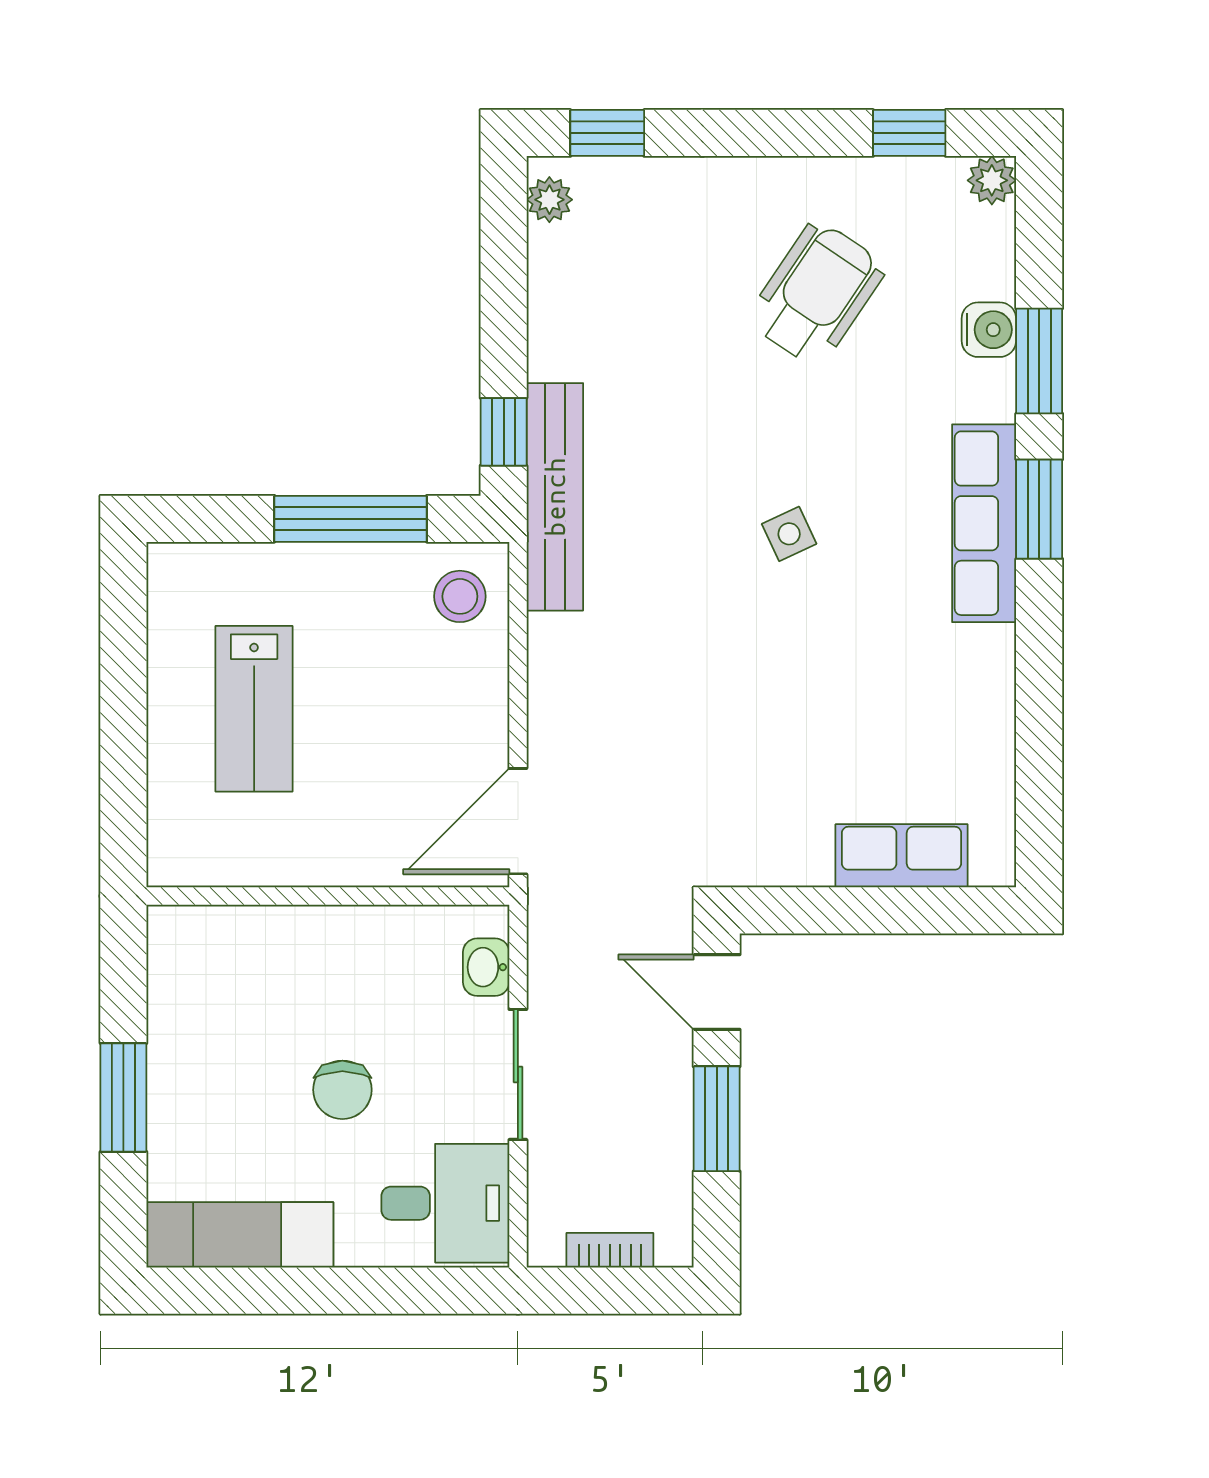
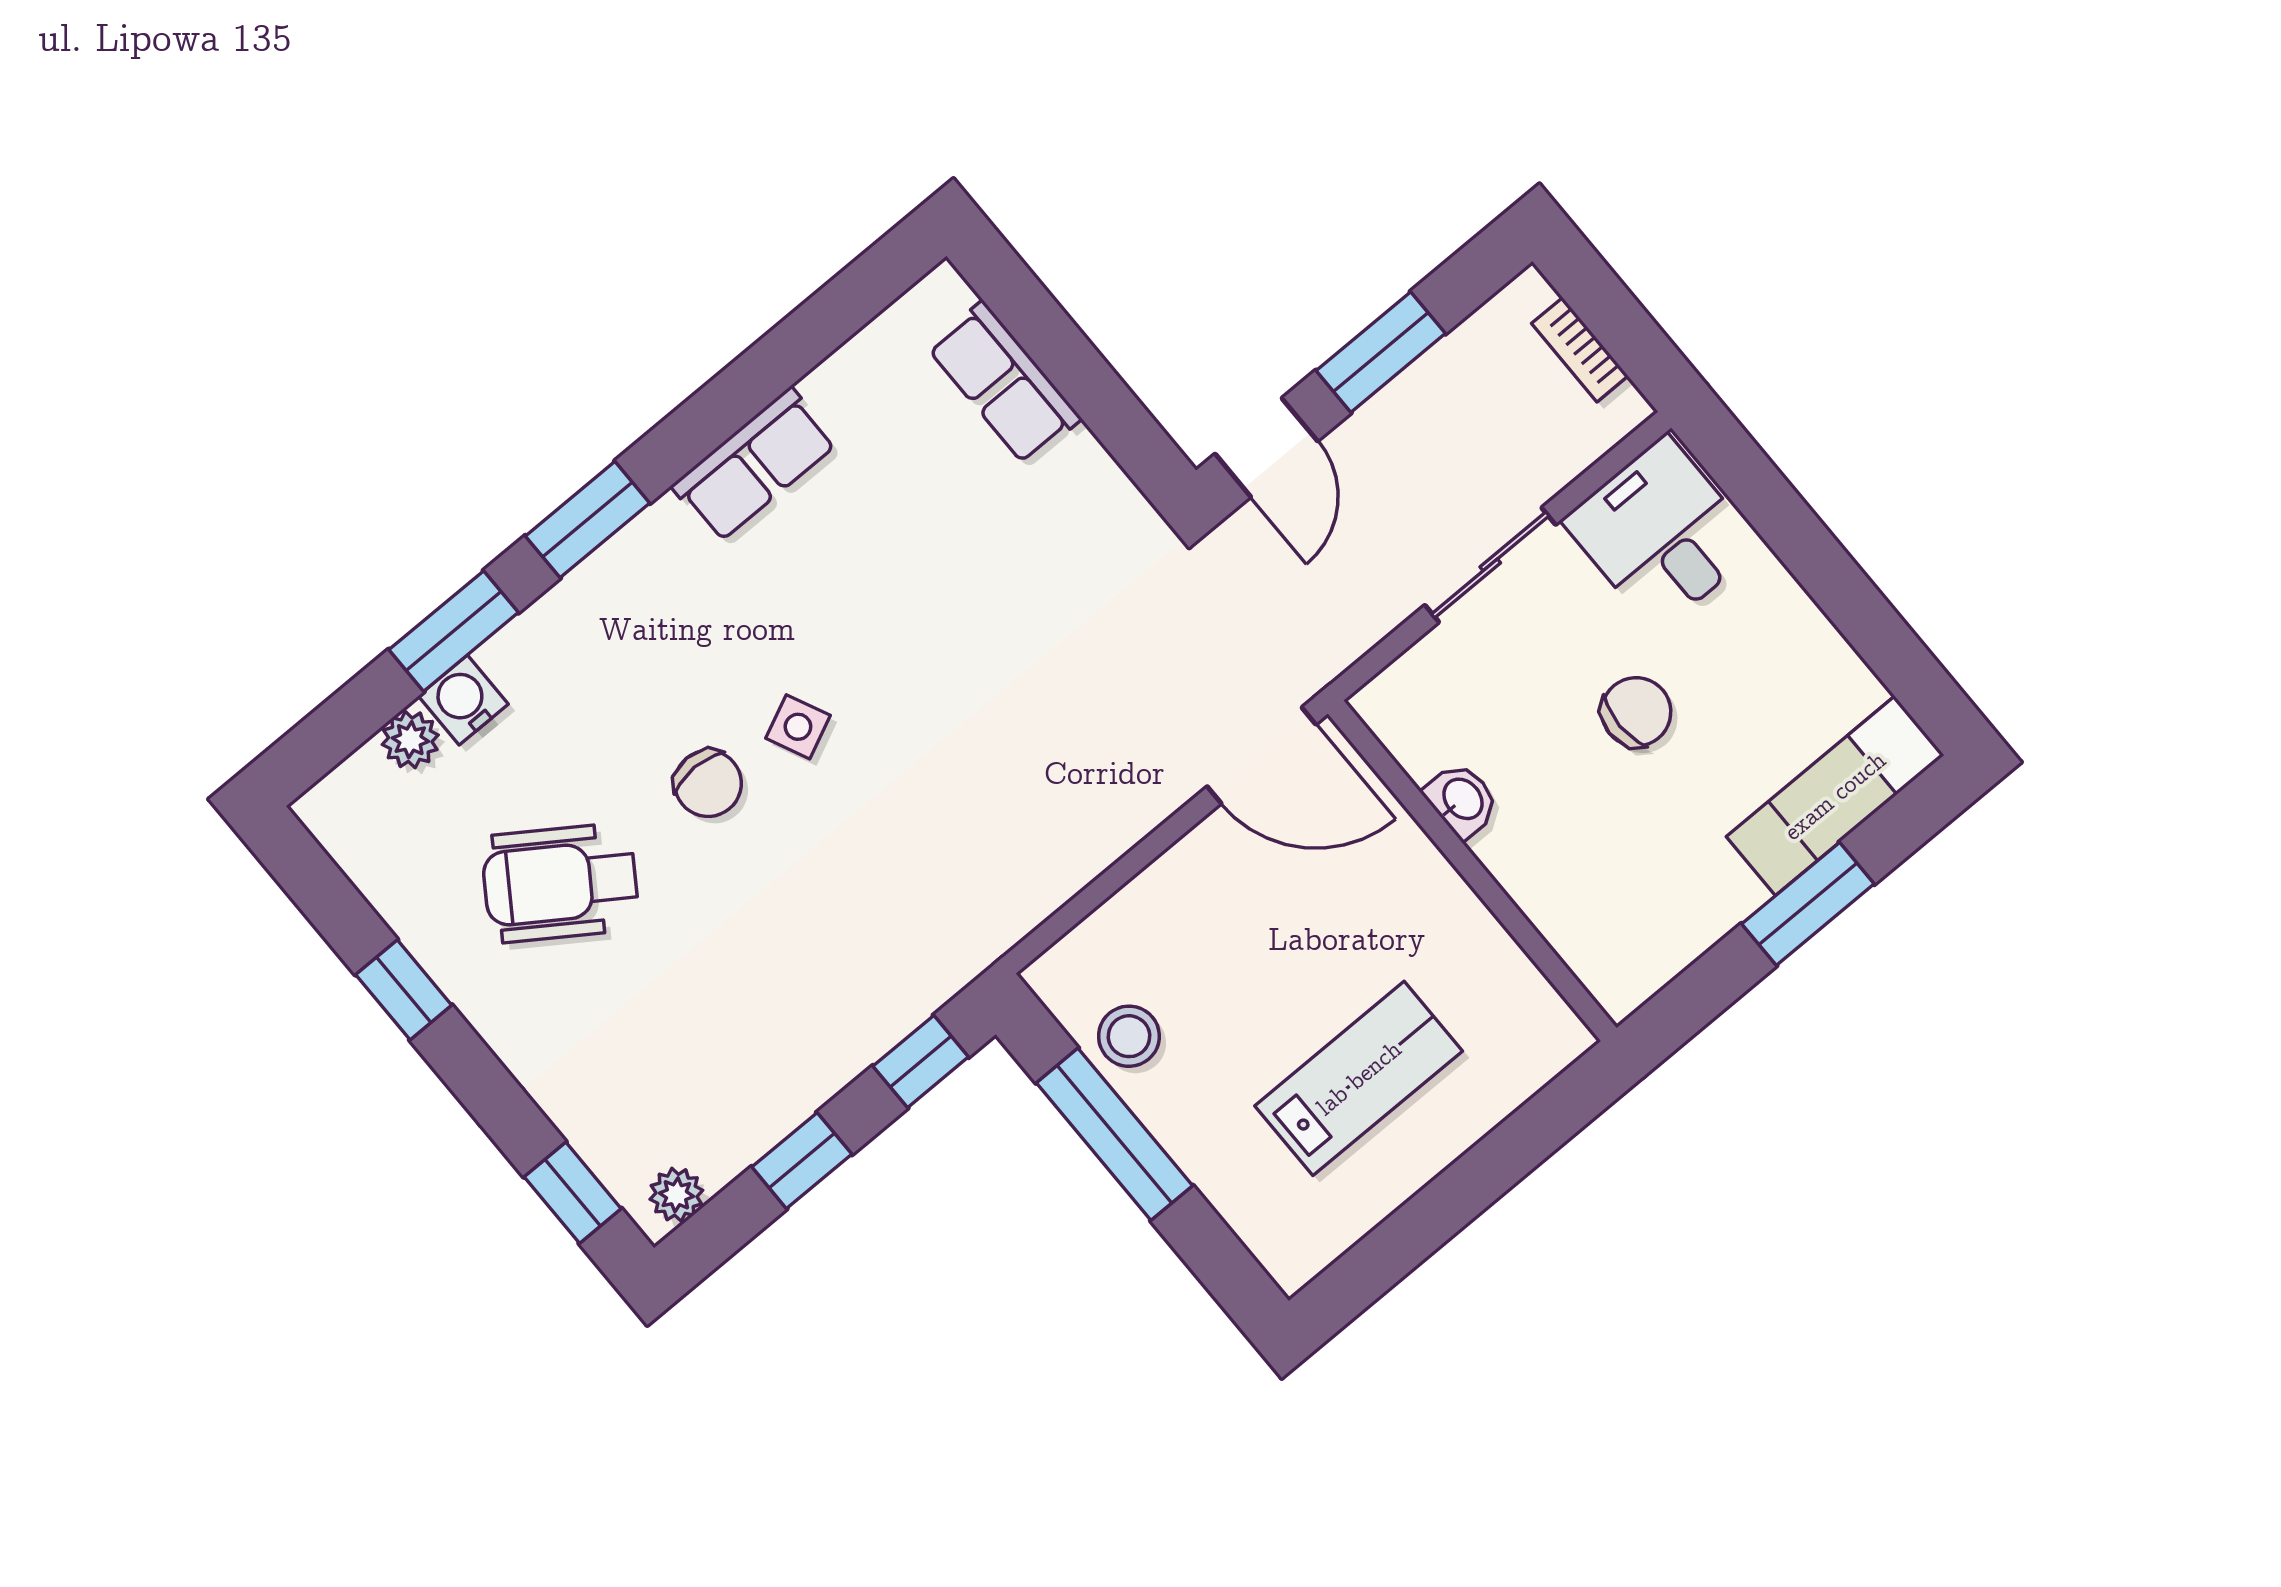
window: (909, 133) -> (404, 990), moved
plant: (992, 180) -> (410, 740), moved
window: (504, 300) -> (802, 1161), added
chair: (801, 444) -> (708, 783), added
bench: (555, 497) -> (941, 966), removed
row of seats: (984, 523) -> (754, 465), moved, width x0.68
stool: (460, 596) -> (1129, 1036), moved
washbasin: (486, 967) -> (1462, 800), moved, turned -90
exam couch: (240, 1235) -> (1835, 796), moved, turned 90

